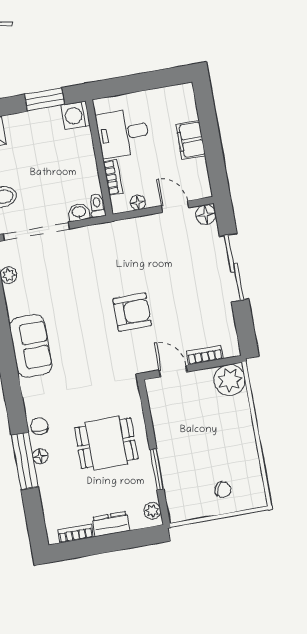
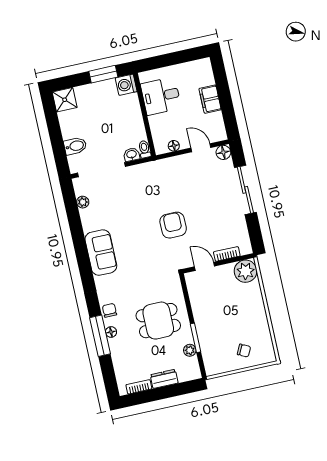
bookcase: (113, 177) -> (155, 128), removed
armchair: (132, 312) -> (173, 225), turned -90
plant: (152, 511) -> (190, 350), moved

